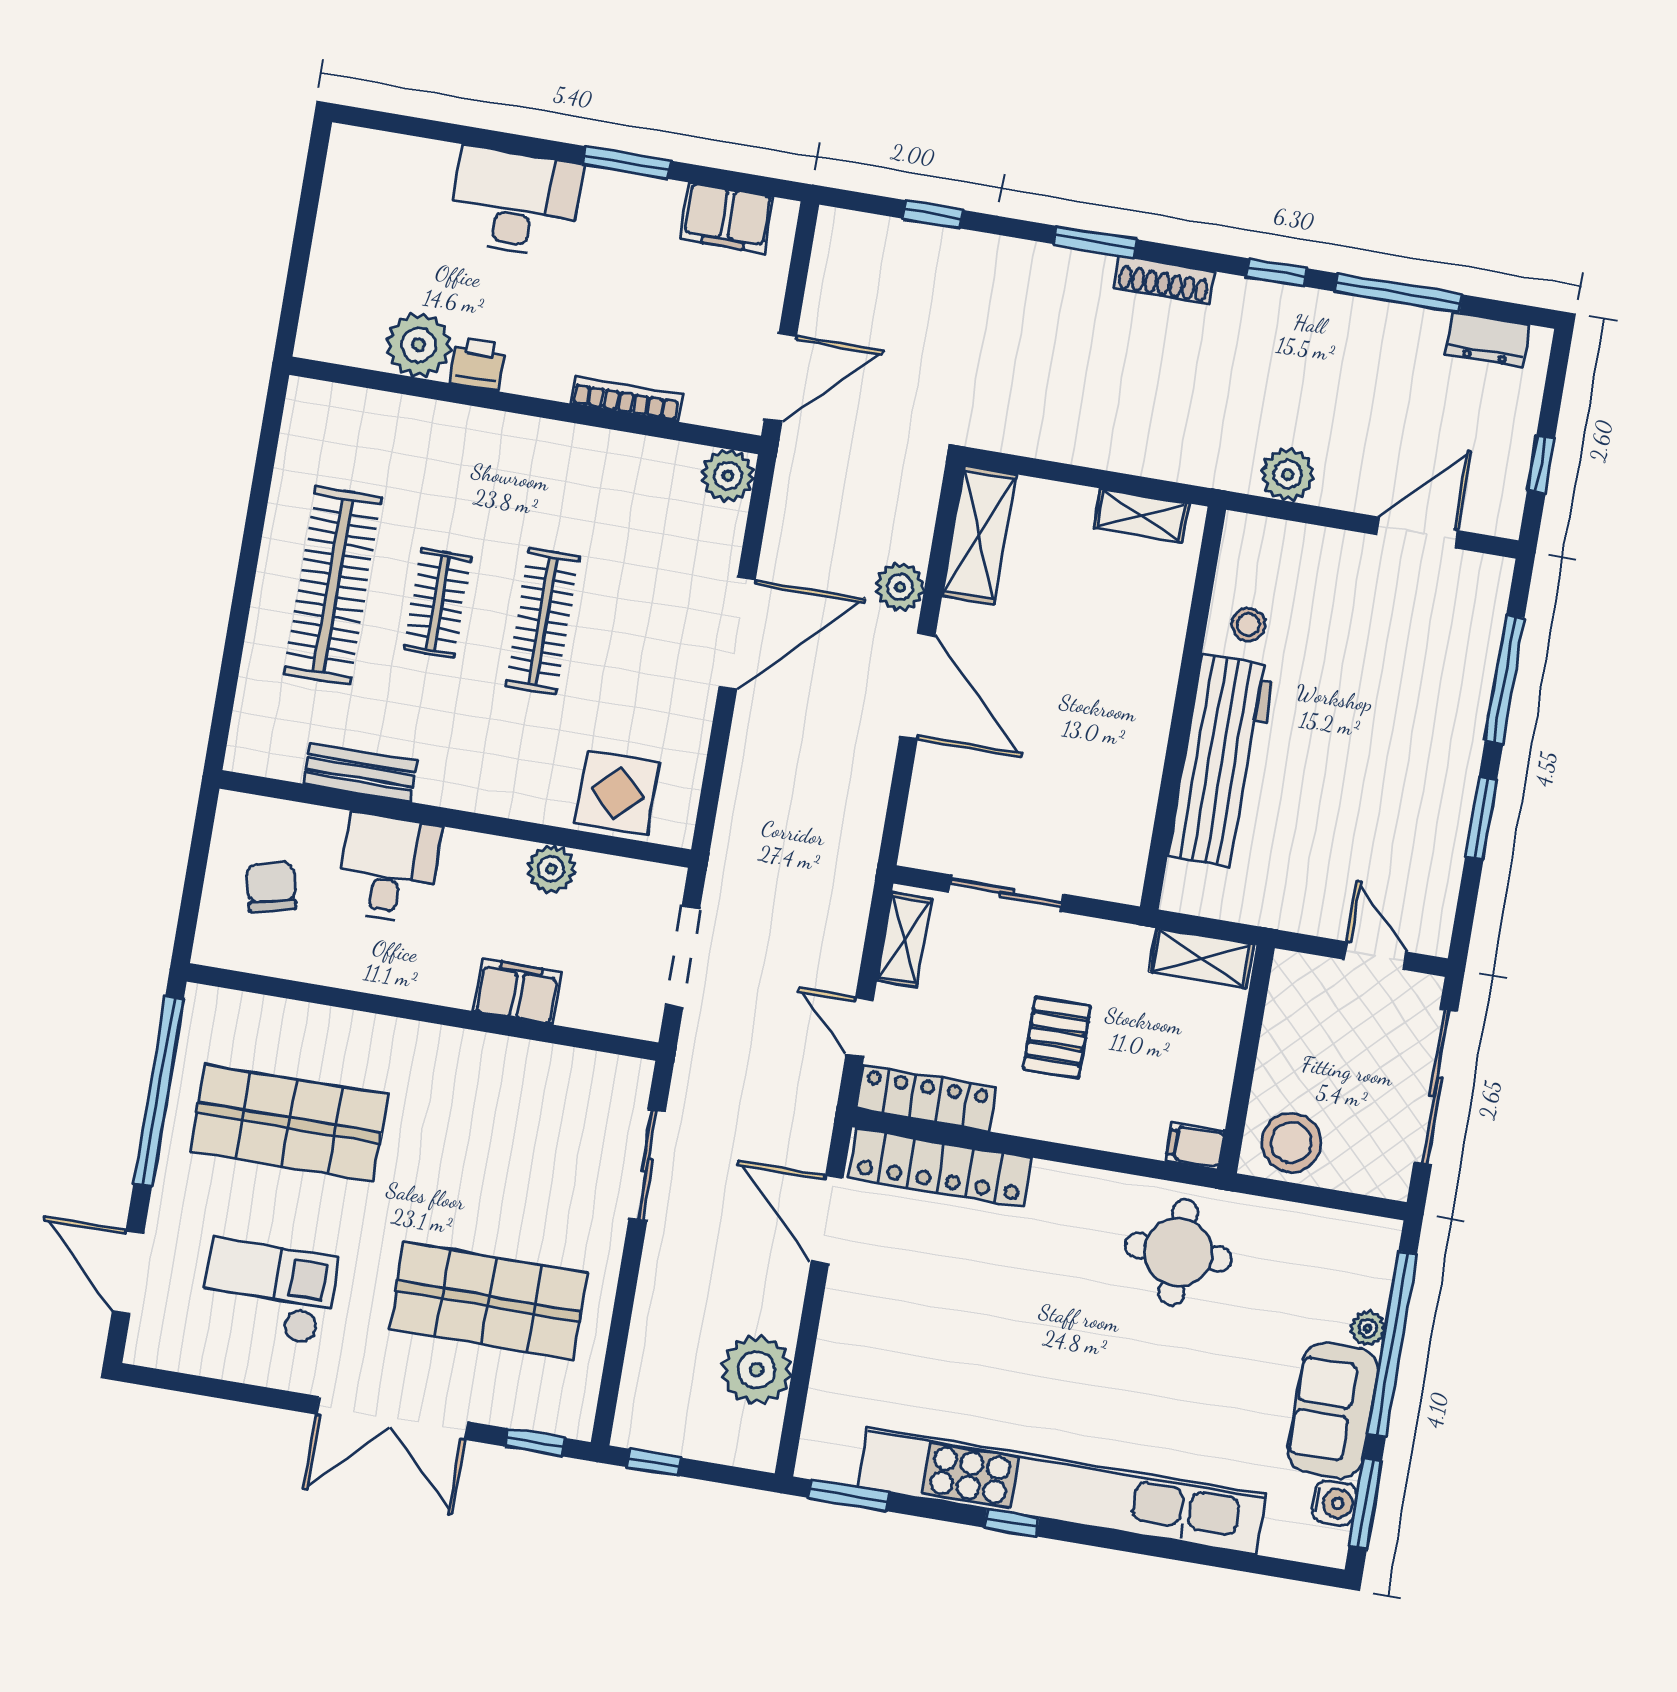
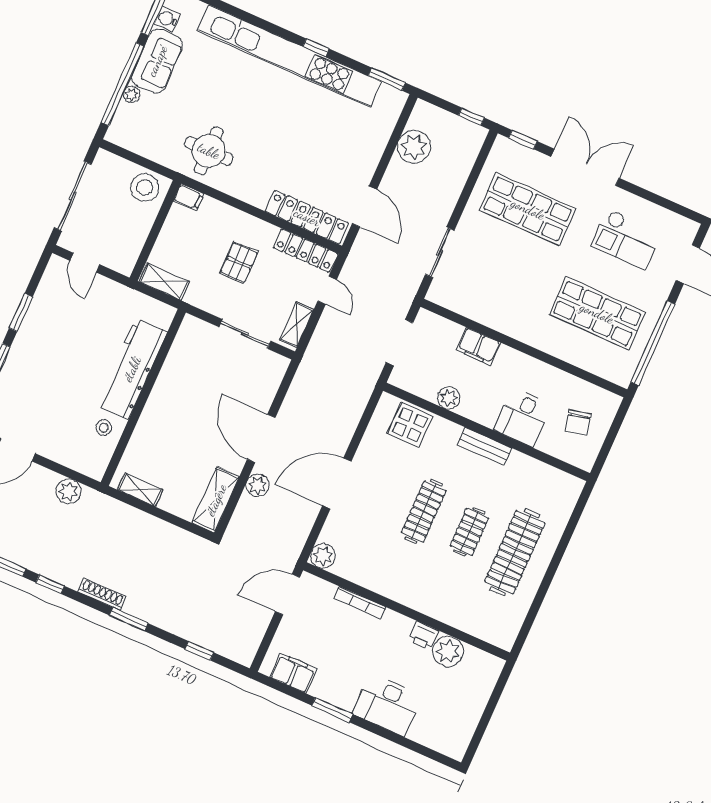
bench: (360, 772) -> (484, 446), moved

